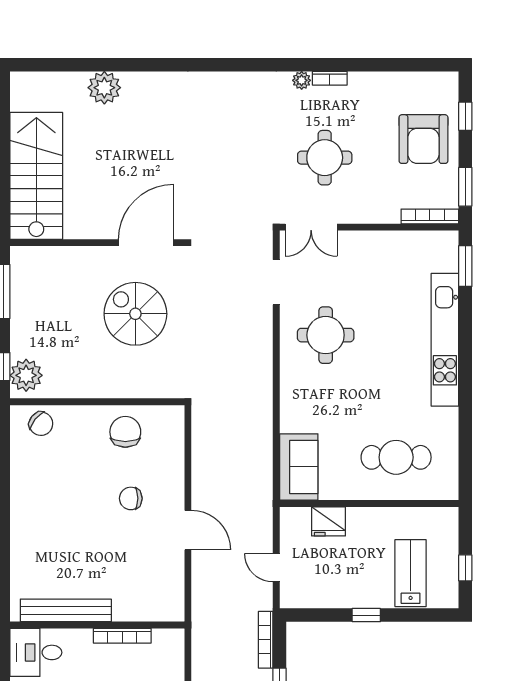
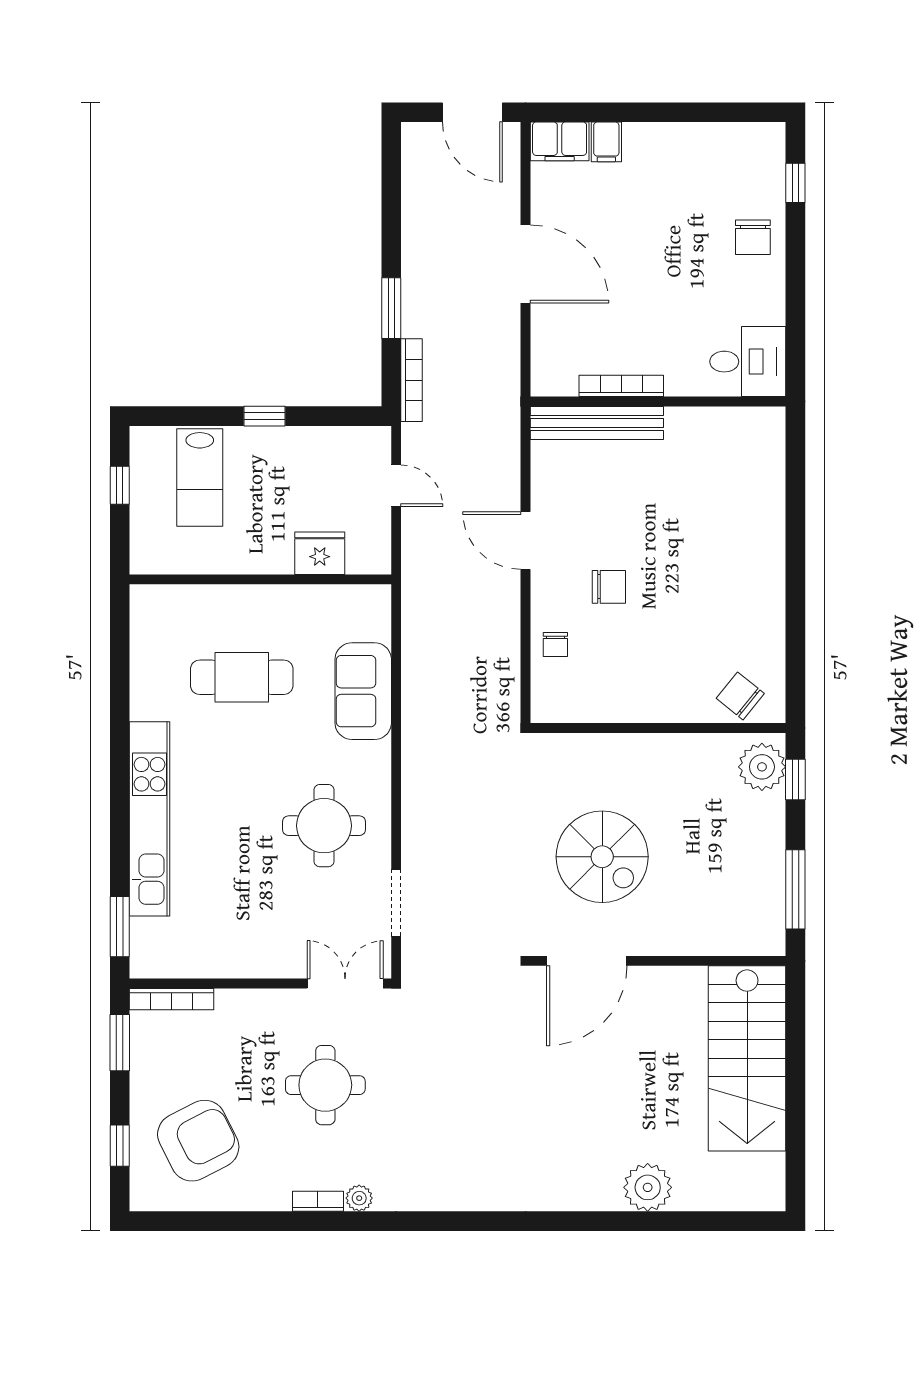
armchair: (423, 139) -> (198, 1141), moved, turned 63
chair: (125, 432) -> (555, 645), moved, width x0.54, depth x0.54
cafe table: (396, 457) -> (242, 677), moved
sofa: (299, 467) -> (363, 691), moved
bench: (66, 610) -> (597, 423), moved

